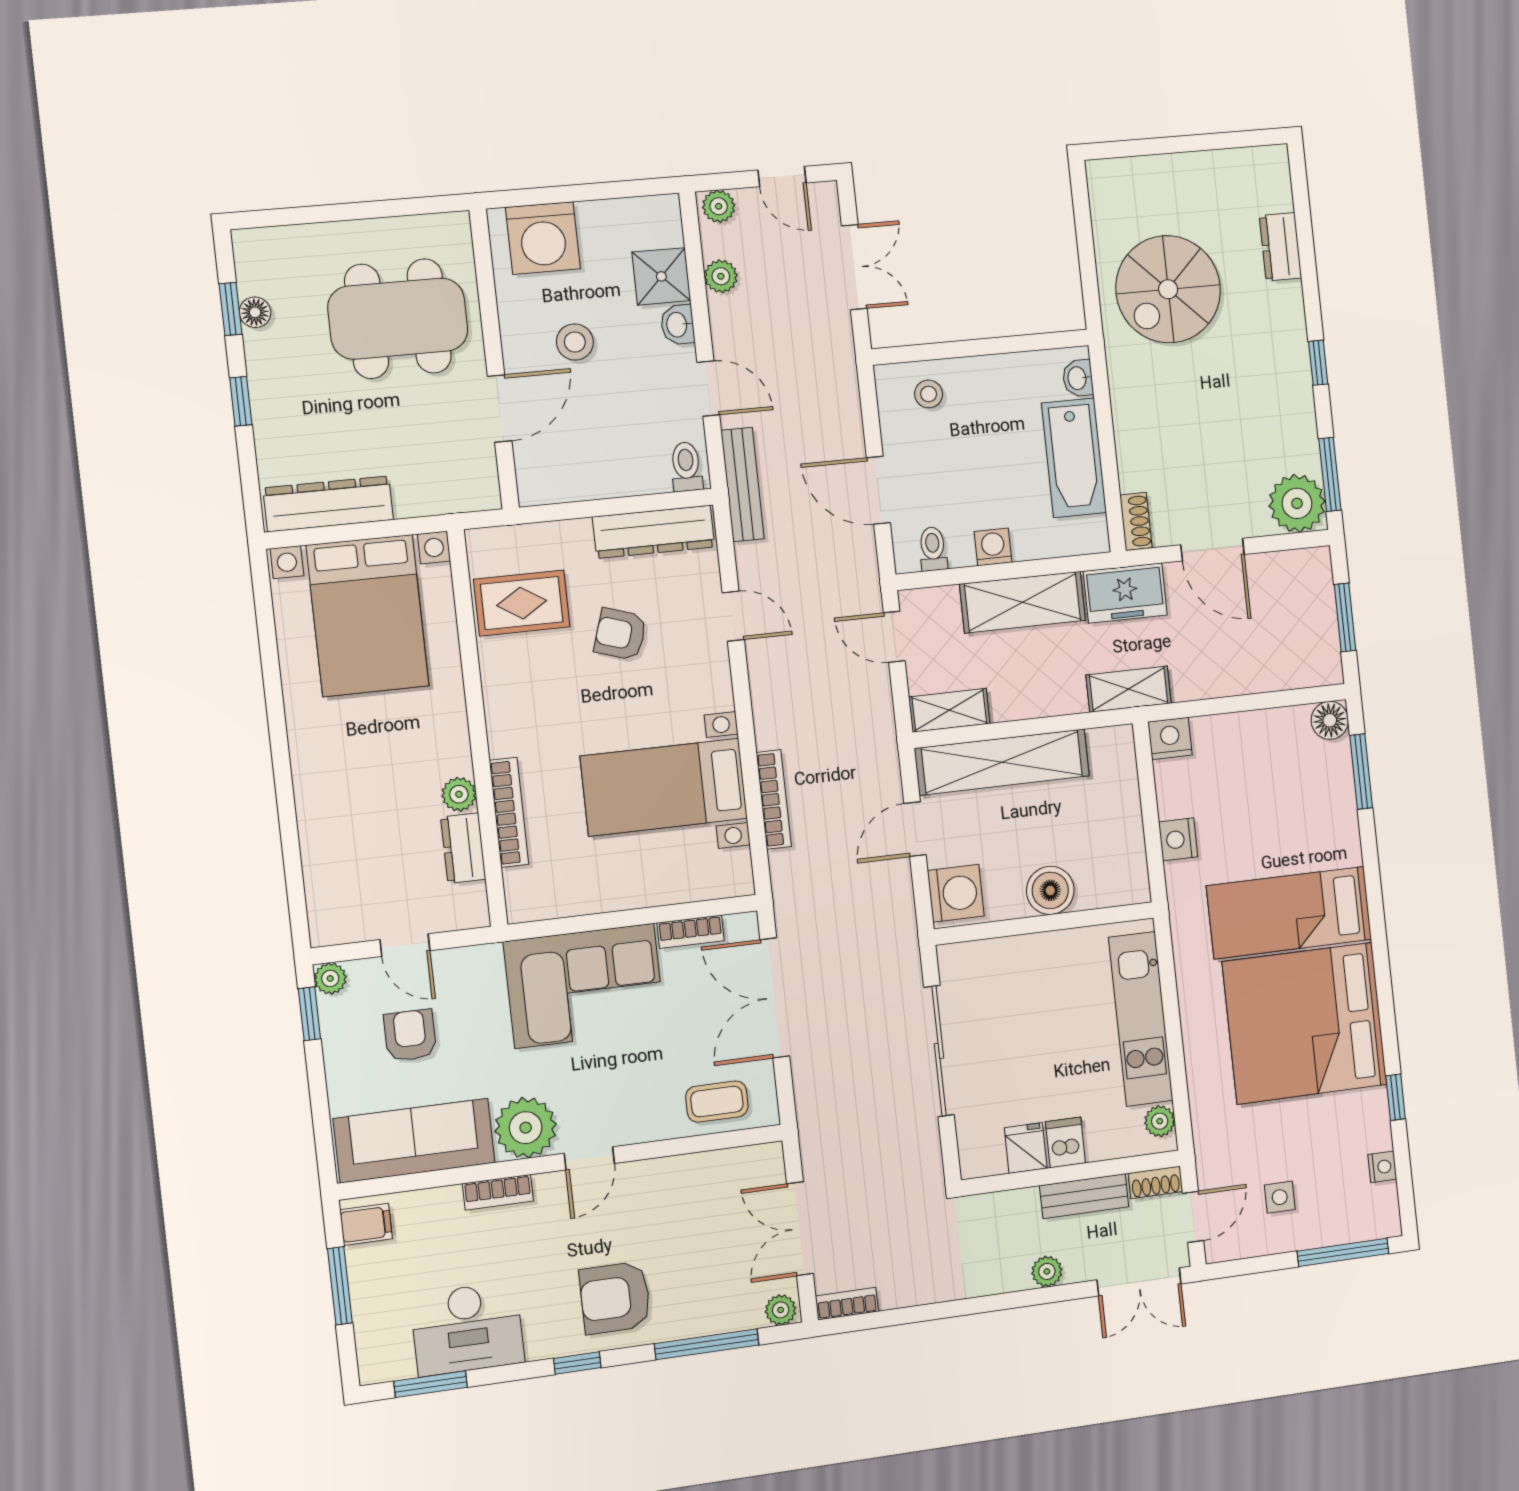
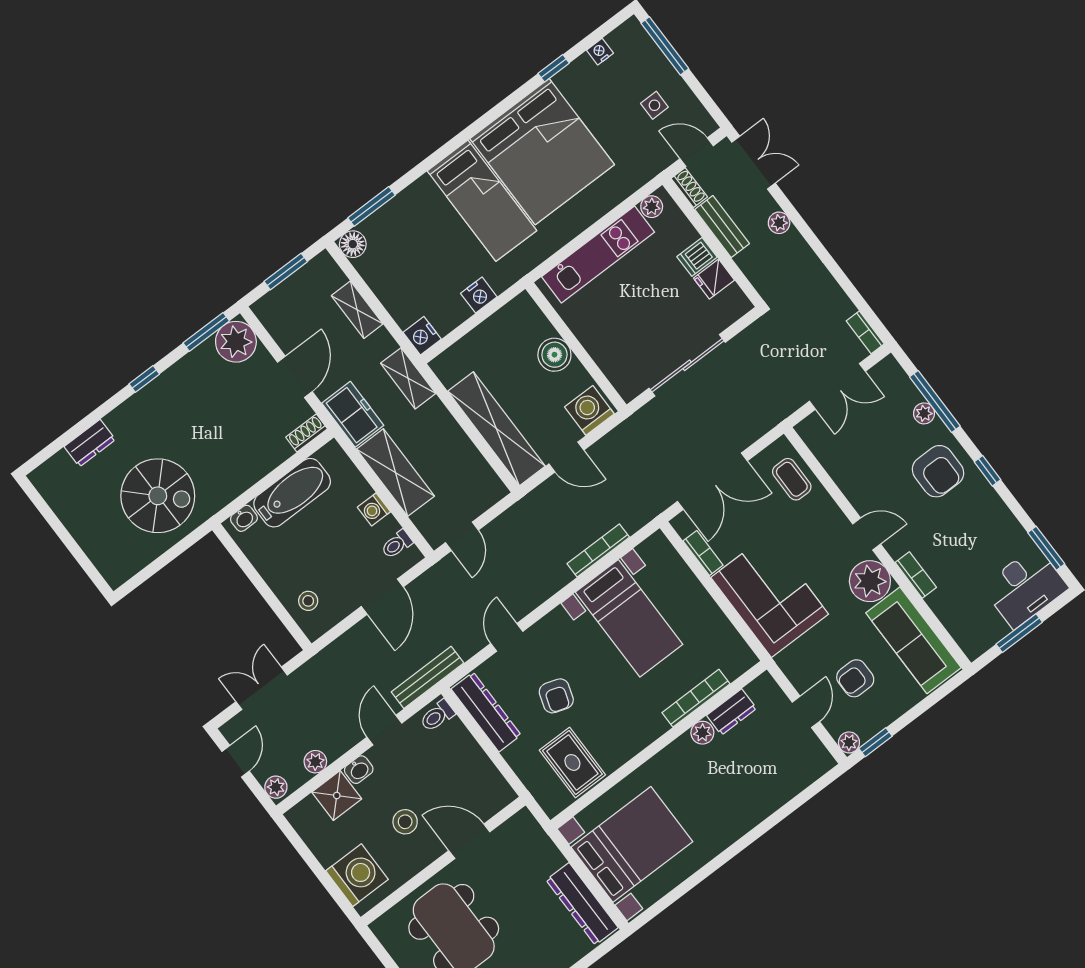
shelving: (949, 710) -> (357, 310), moved
filing cabinet: (366, 1224) -> (976, 639), removed
plant: (781, 1310) -> (924, 413), moved
desk: (467, 1329) -> (1025, 587), moved, turned 90

